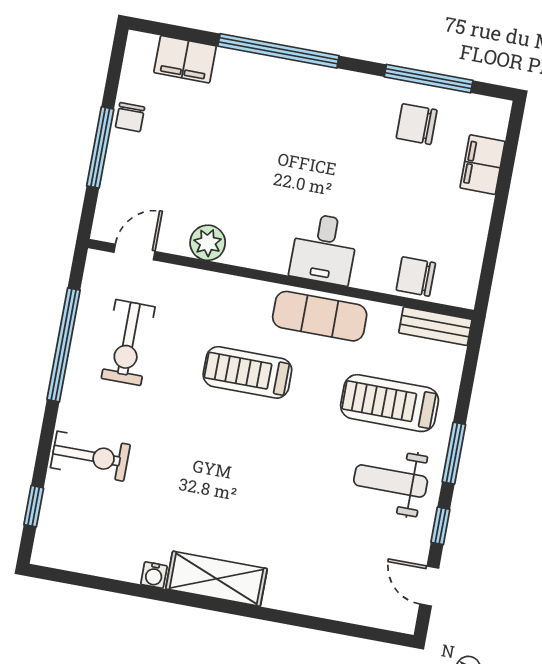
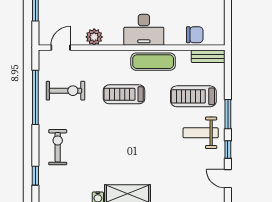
desk: (324, 249) -> (144, 30), width x1.37
chair: (416, 277) -> (195, 35), turned 180
exercise bike: (128, 343) -> (66, 91), turned -90
exercise bike: (90, 456) -> (58, 147), turned -90

